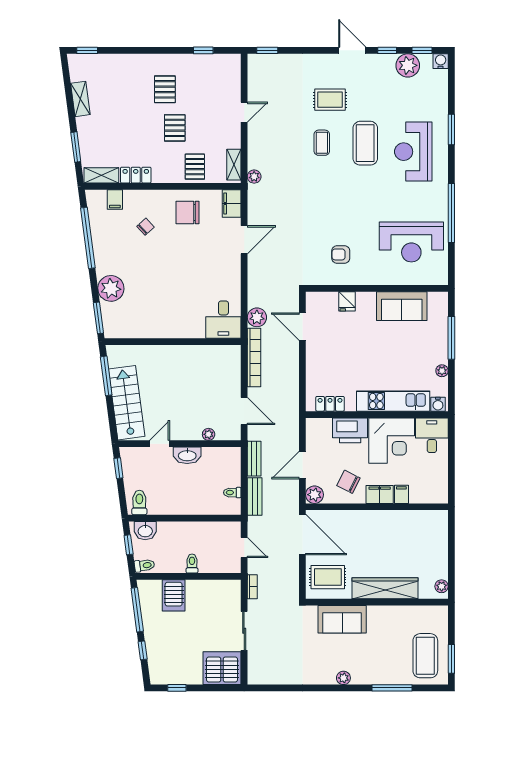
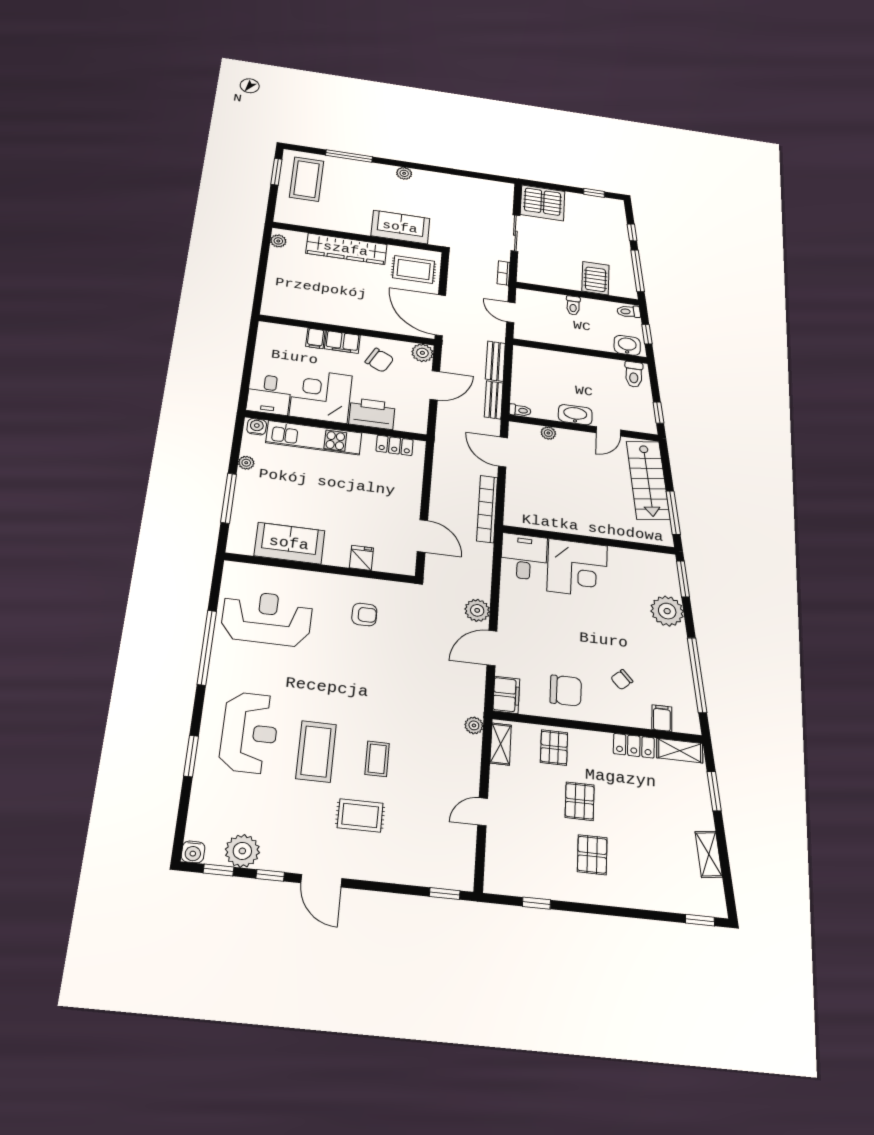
corner desk: (182, 316) -> (577, 568), added
plant: (257, 317) -> (477, 610), moved
toilet: (232, 493) -> (520, 410), moved

